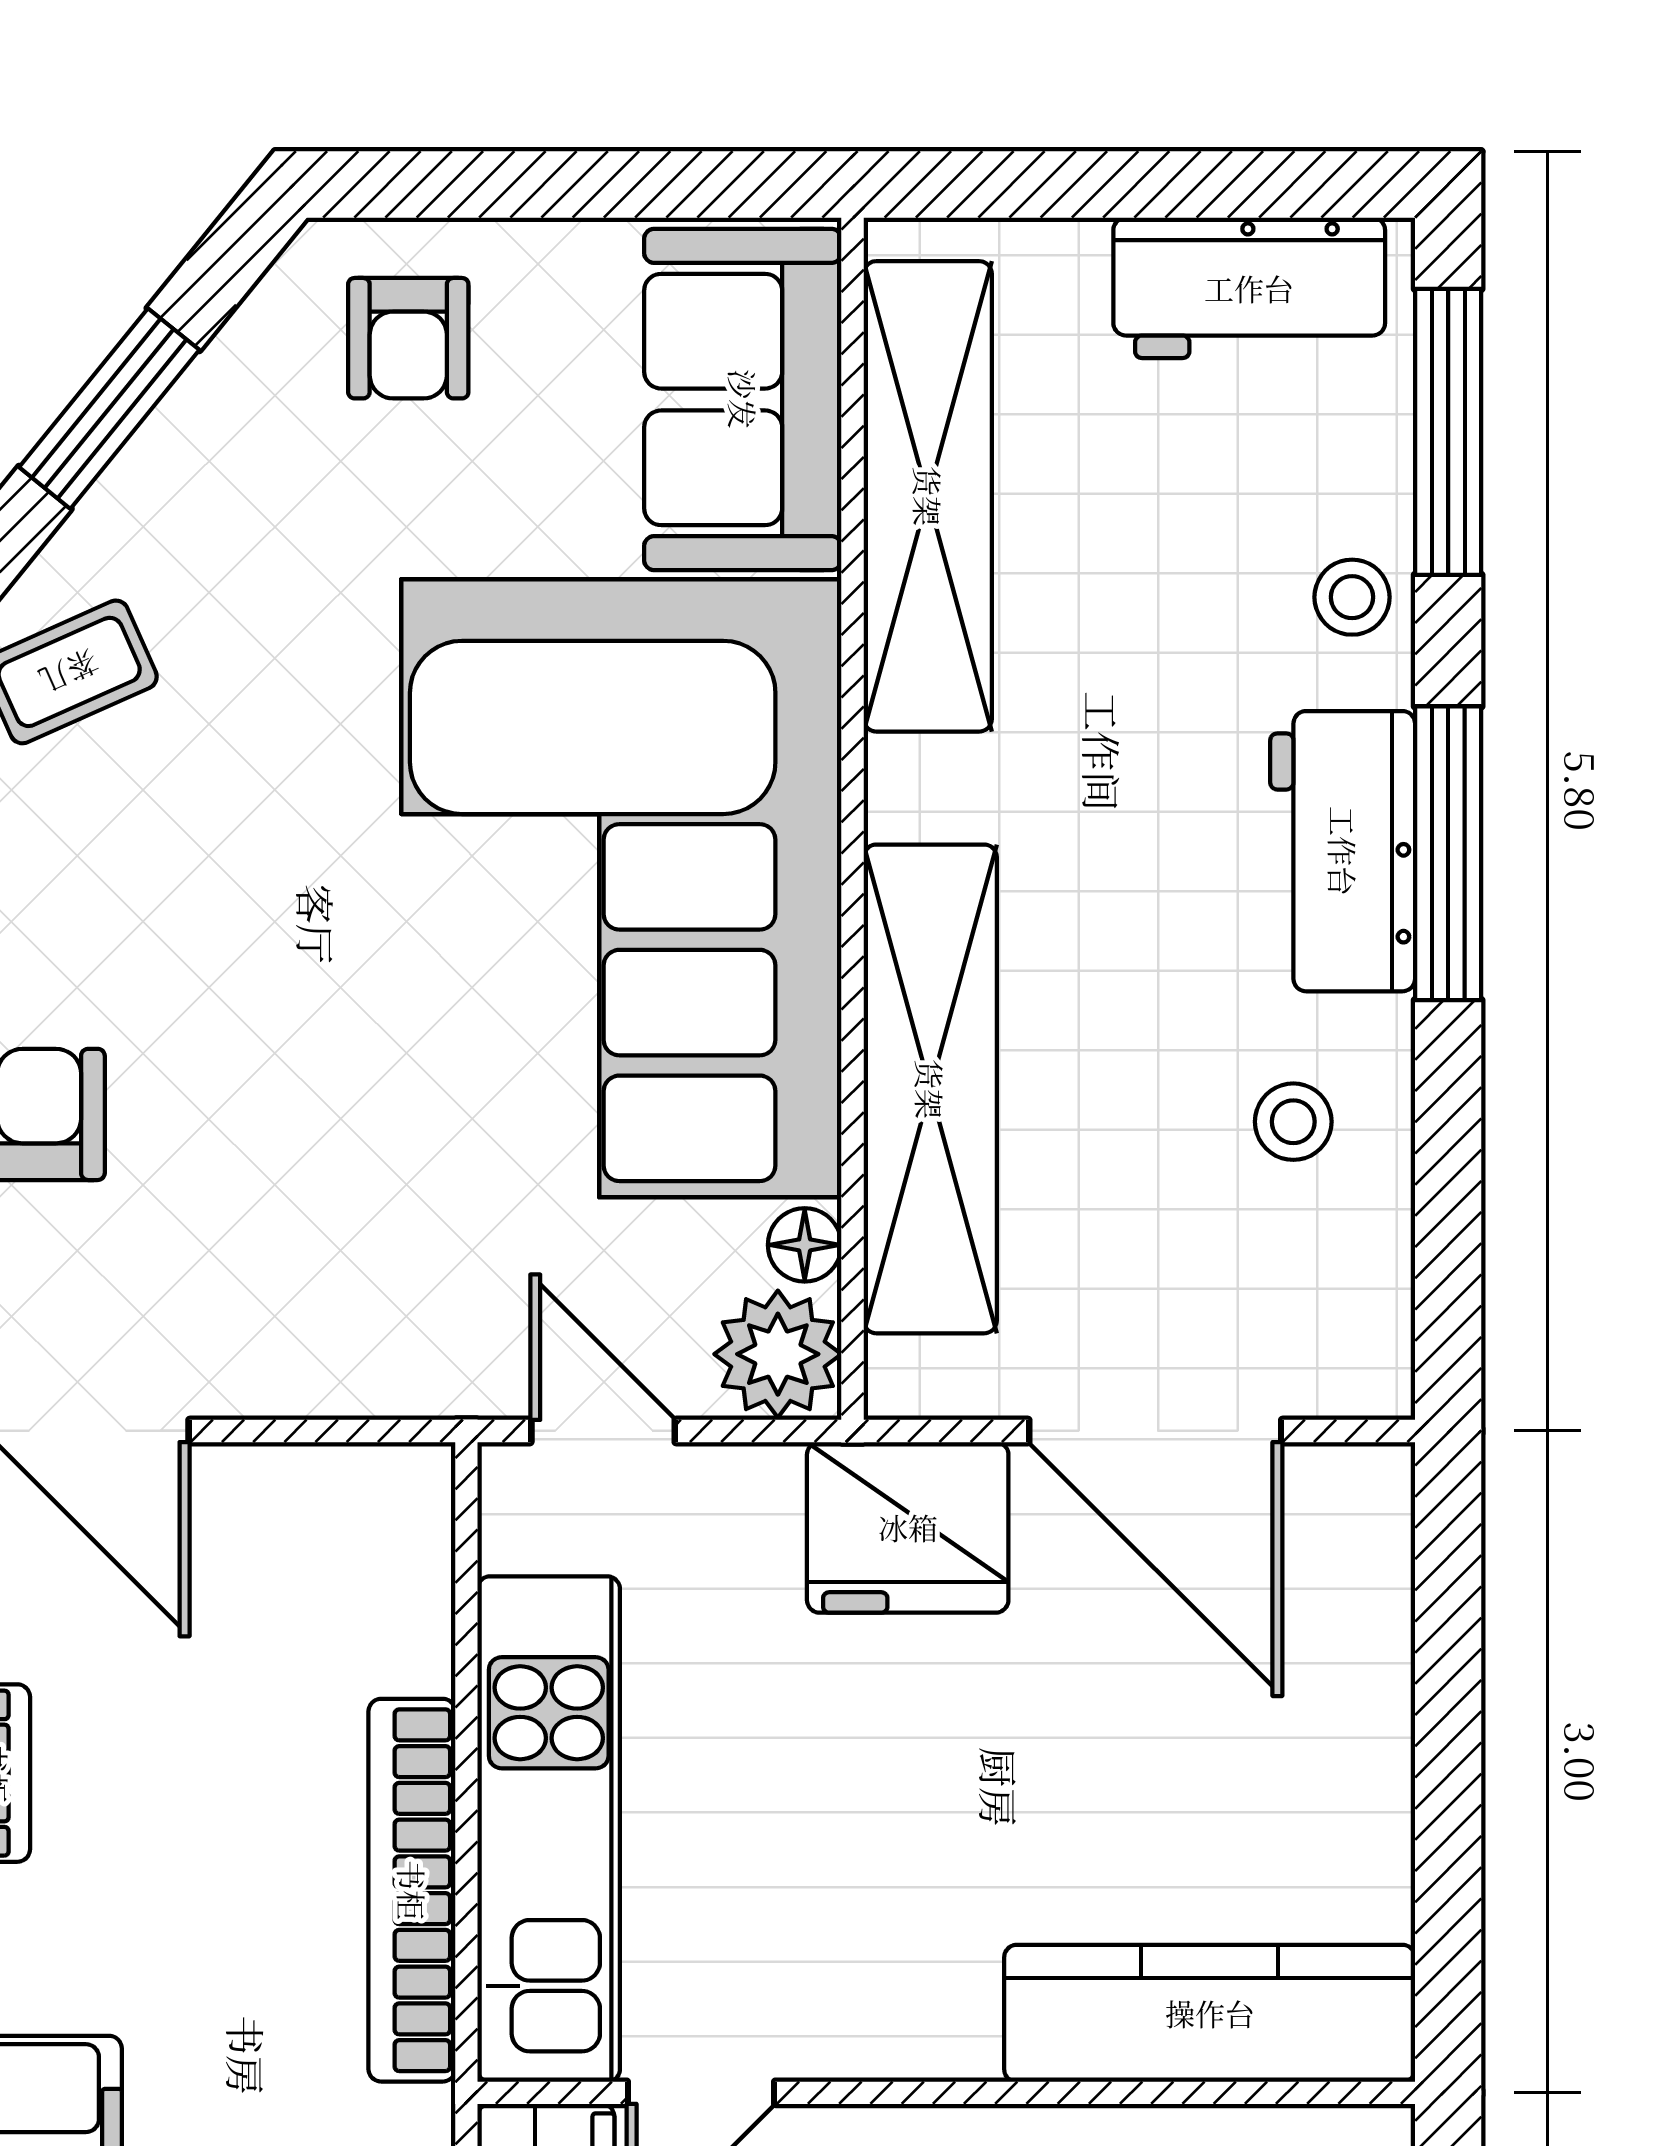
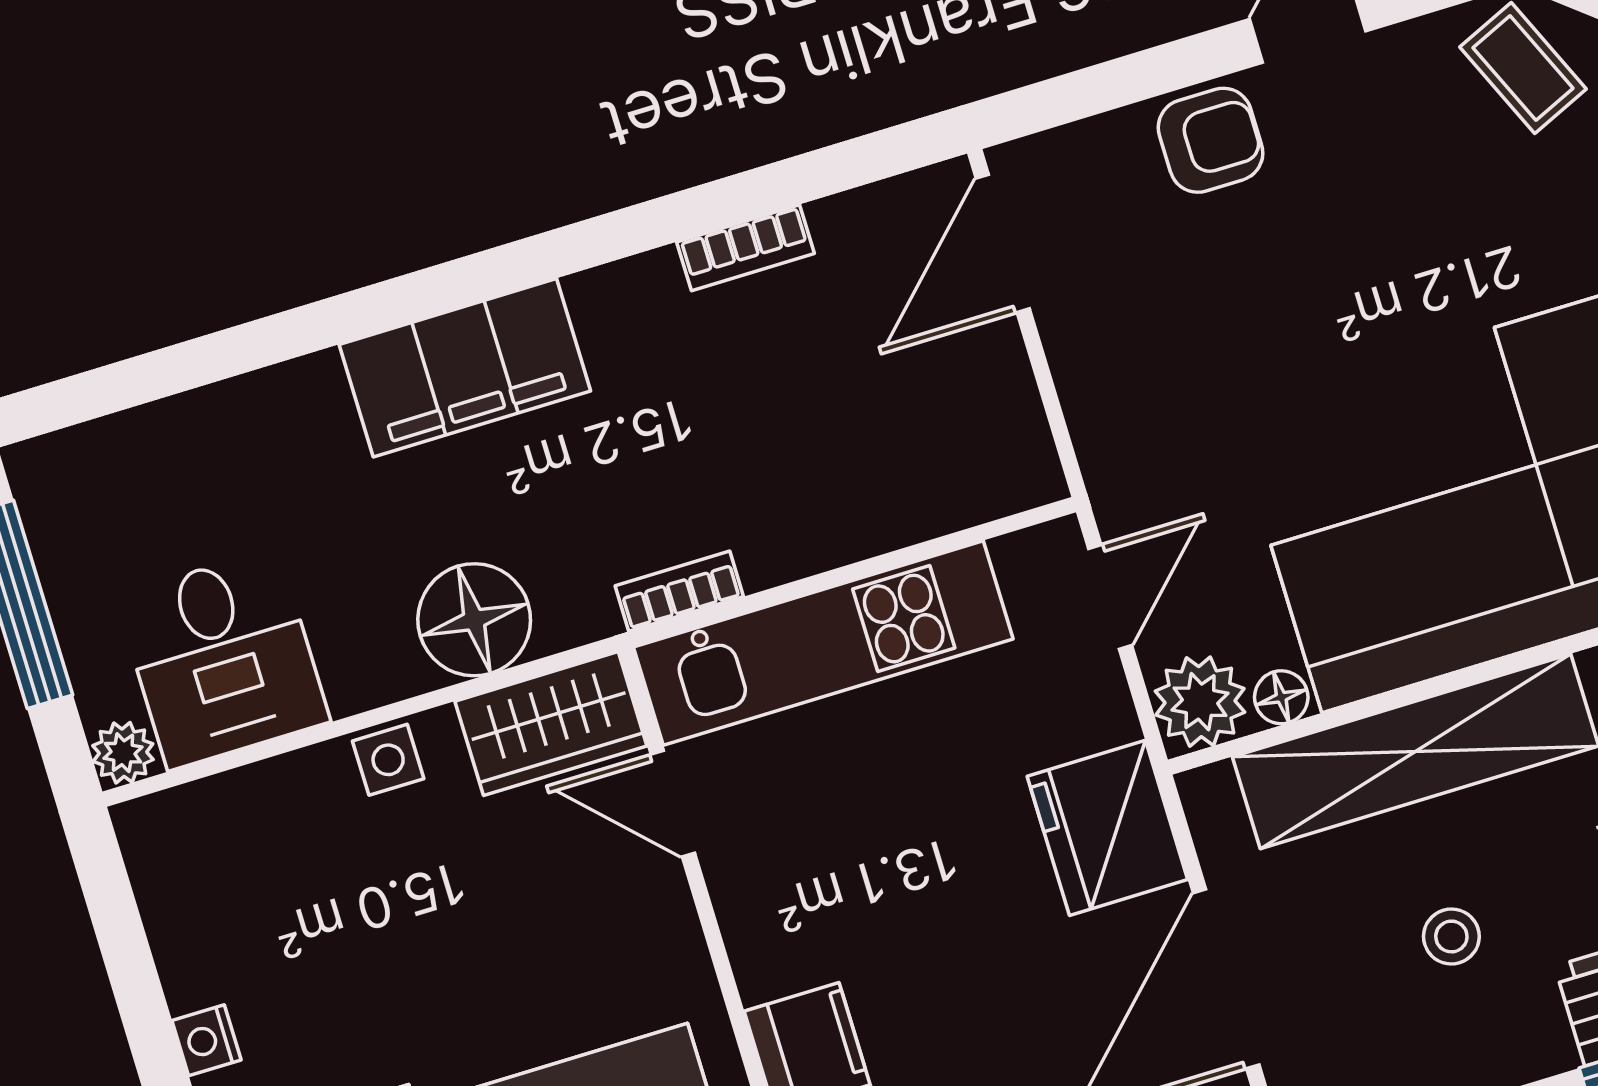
stool: (1293, 1122) -> (1451, 936), moved
bookcase: (412, 1890) -> (679, 591), width x0.43, depth x0.76

